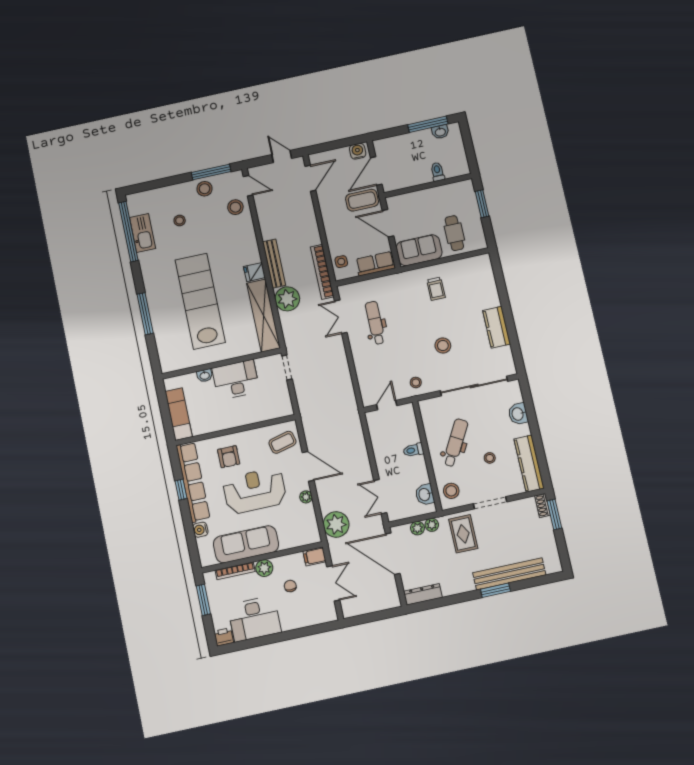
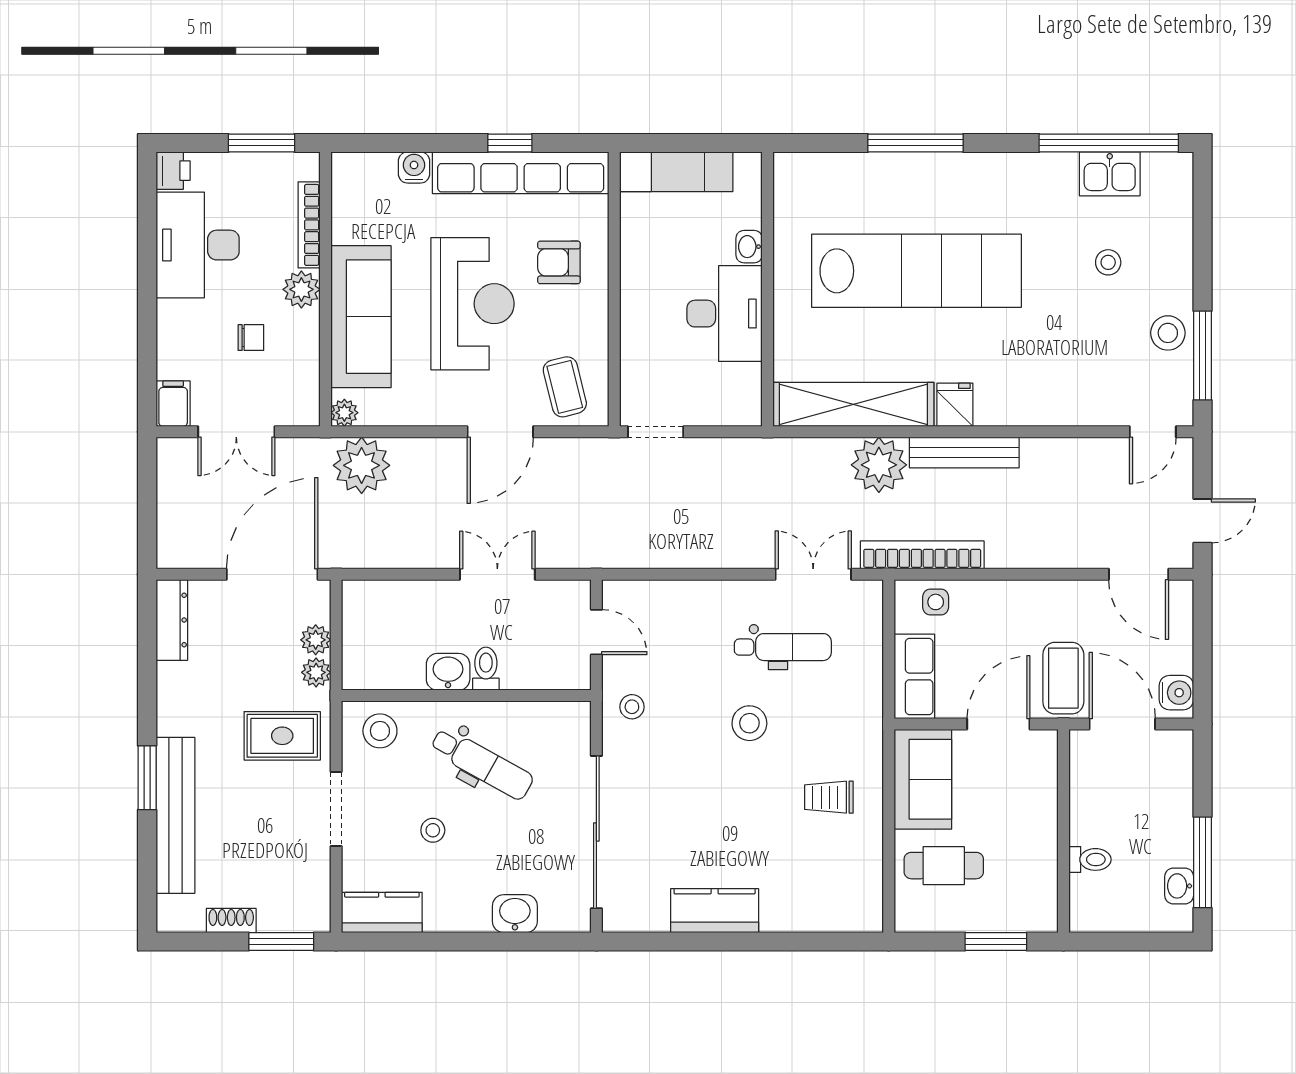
stool: (235, 207) -> (1111, 393), removed
kitchen sink: (143, 233) -> (1110, 174), width x0.73
stool: (443, 346) -> (749, 723), moved
doorway: (287, 367) -> (656, 432), moved
kitchen counter: (529, 464) -> (382, 912), width x0.67
washbasin: (425, 494) -> (448, 672), moved
plant: (306, 497) -> (344, 413), moved
double door: (380, 497) -> (497, 574), moved
shoe rack: (542, 506) -> (231, 921), moved
sofa: (246, 544) -> (361, 317), moved
filing cabinet: (314, 556) -> (173, 404), moved

